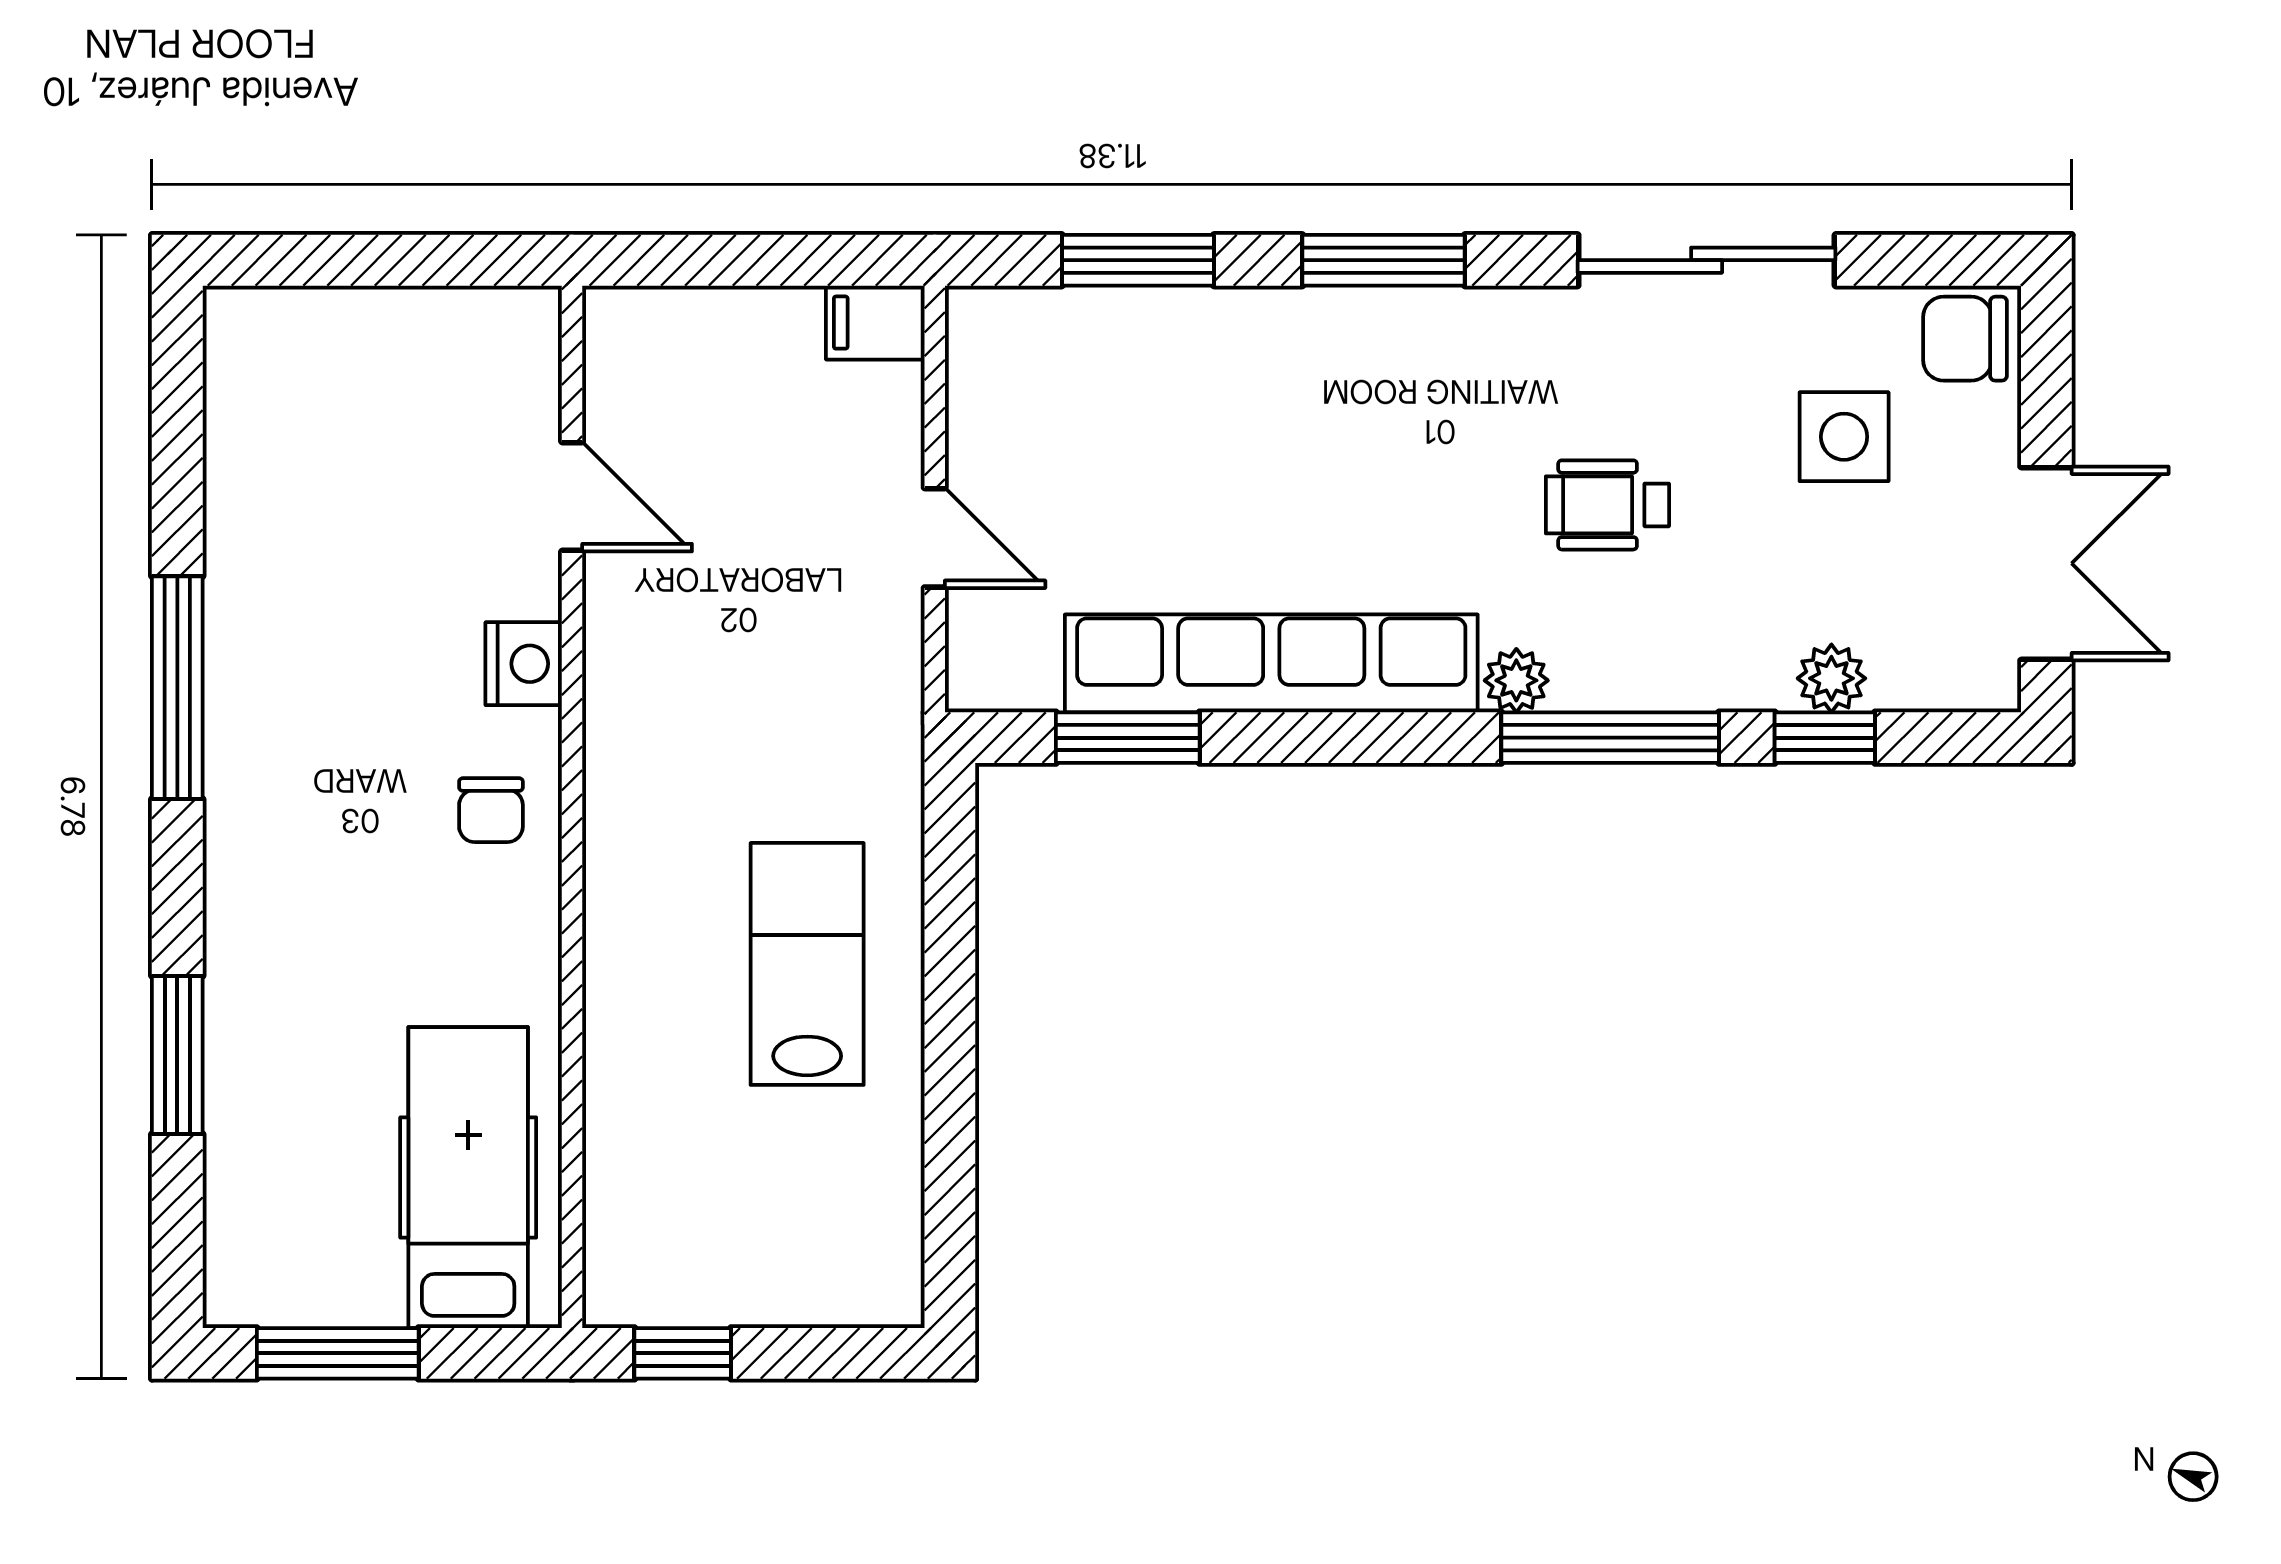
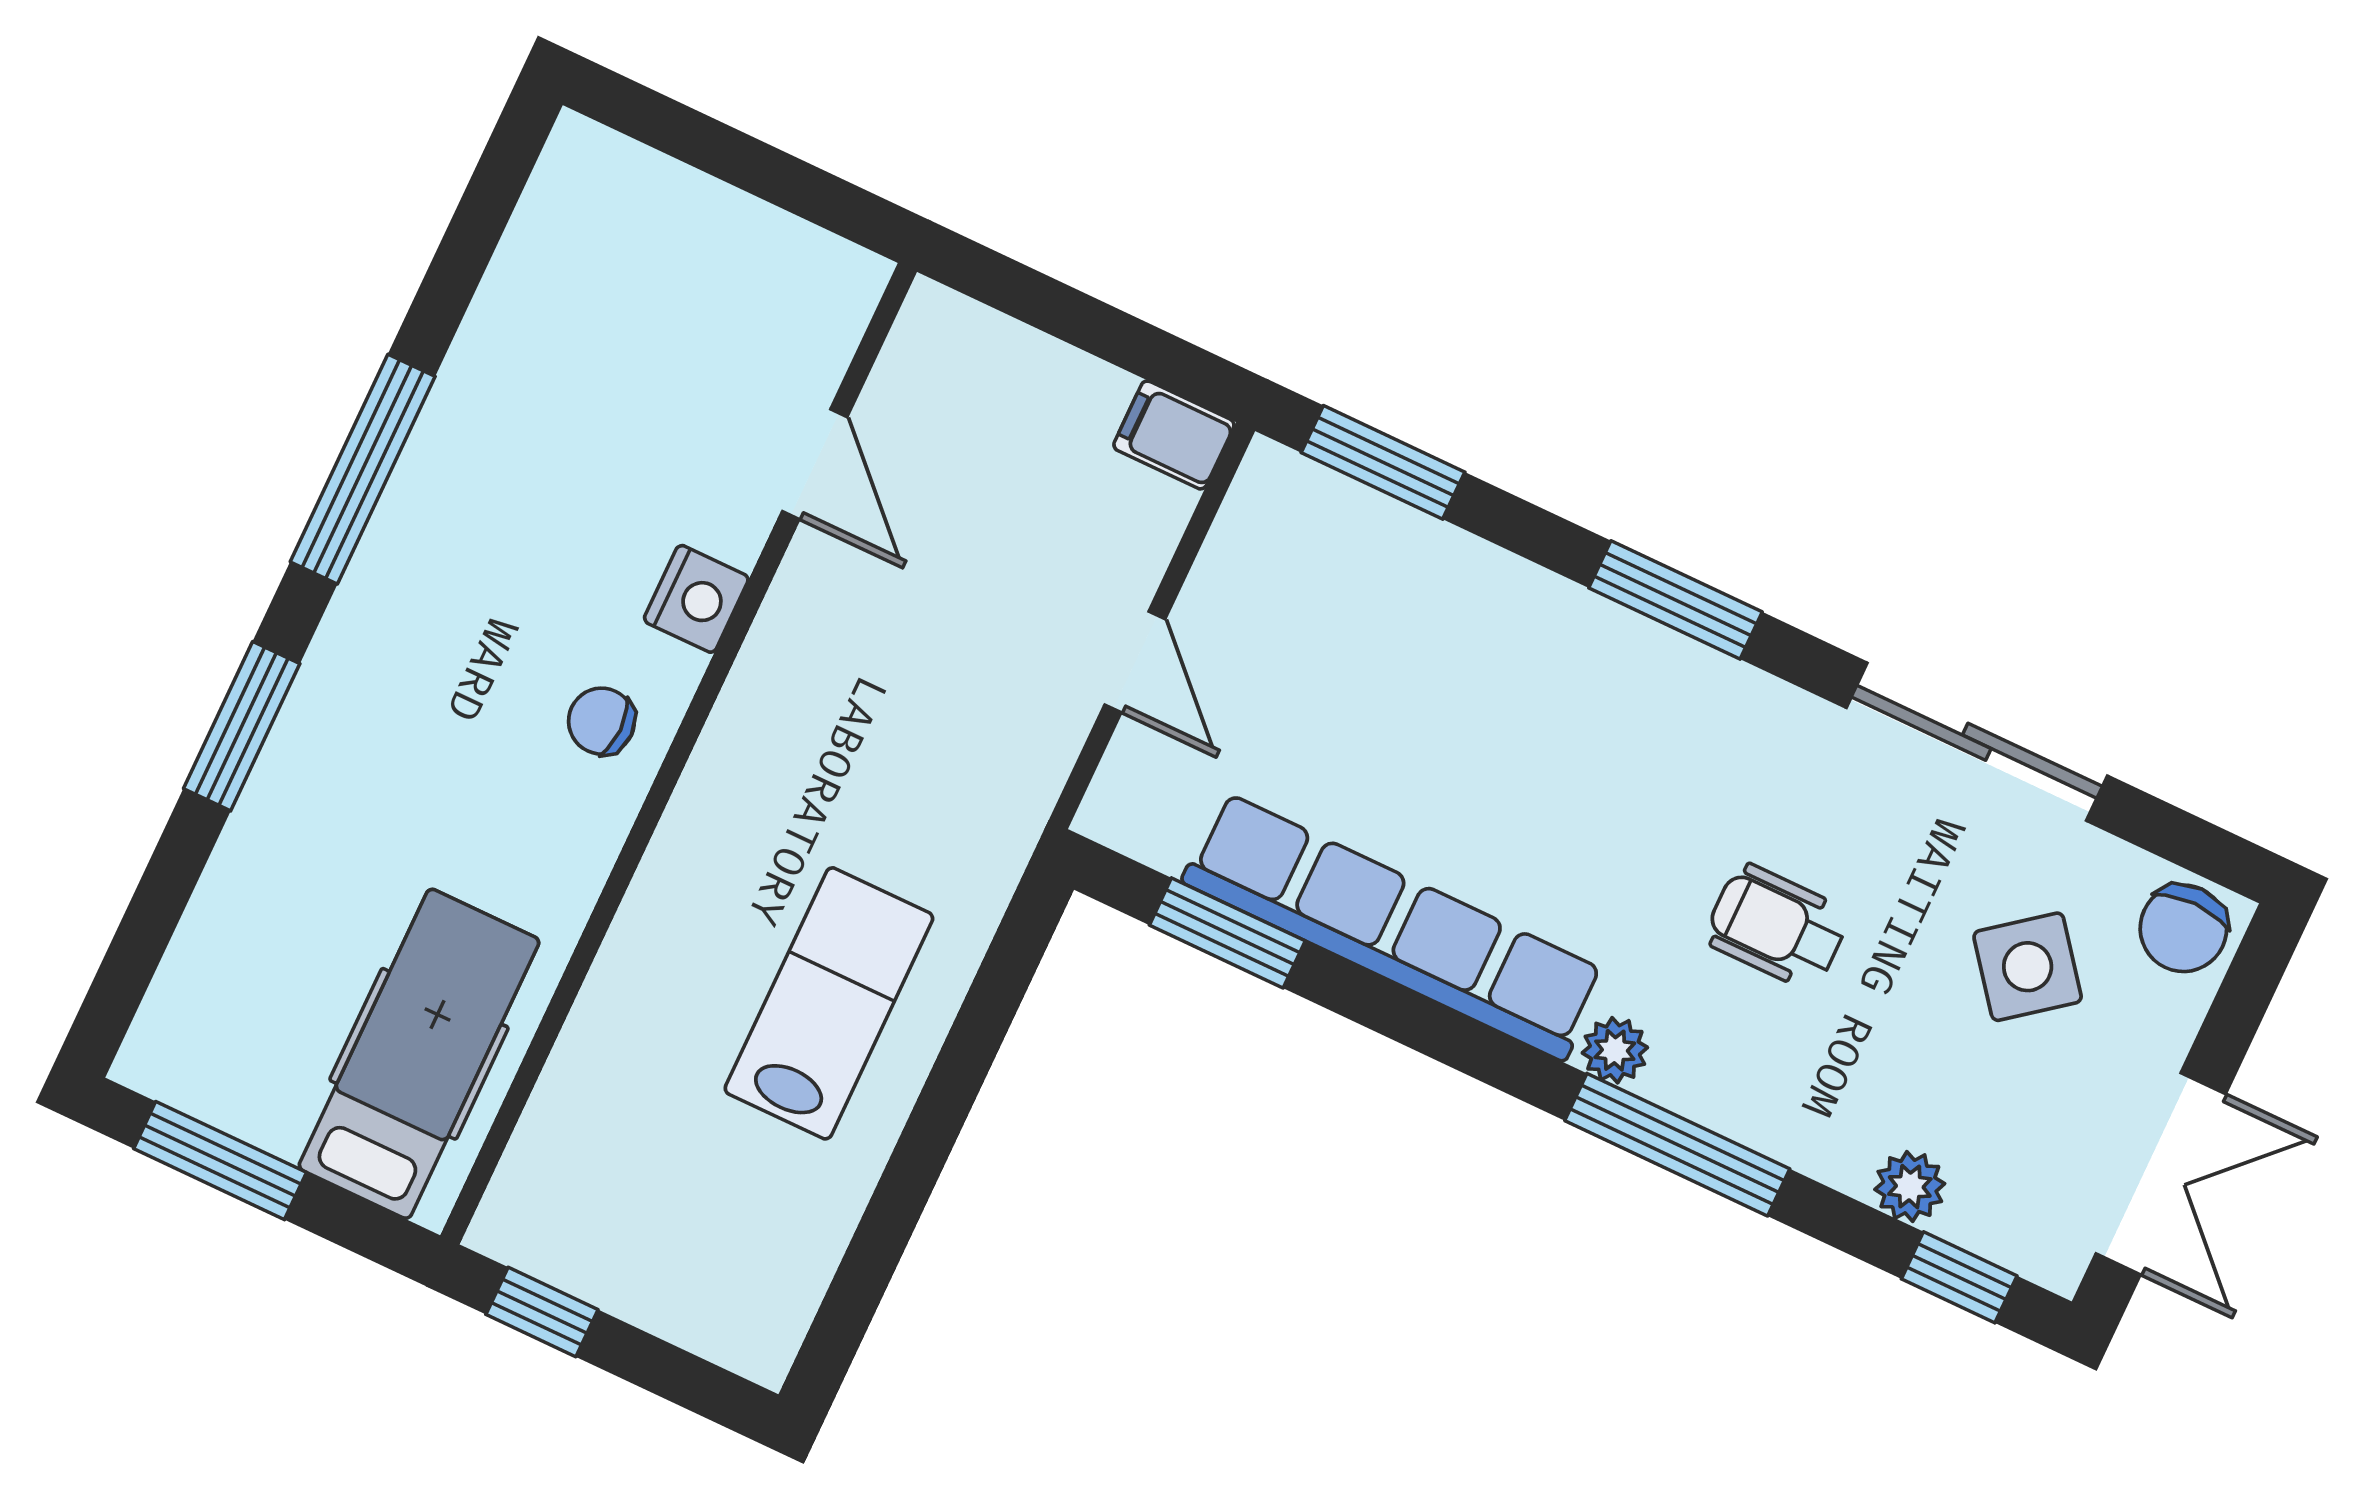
window: (1138, 260) -> (1383, 462), moved
chair: (1965, 339) -> (2183, 928), turned -90
side table: (1844, 437) -> (2028, 967), turned -38
window: (1825, 738) -> (1959, 1277), moved
chair: (491, 810) -> (602, 721), turned 90
window: (177, 1055) -> (242, 726), moved

